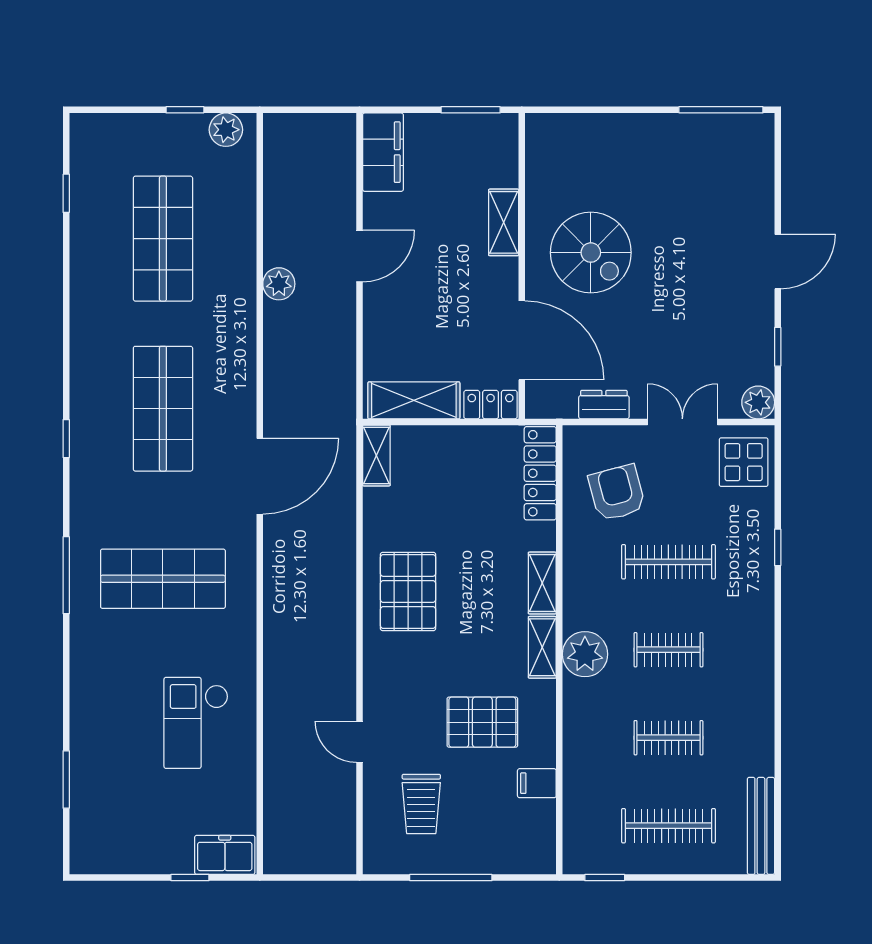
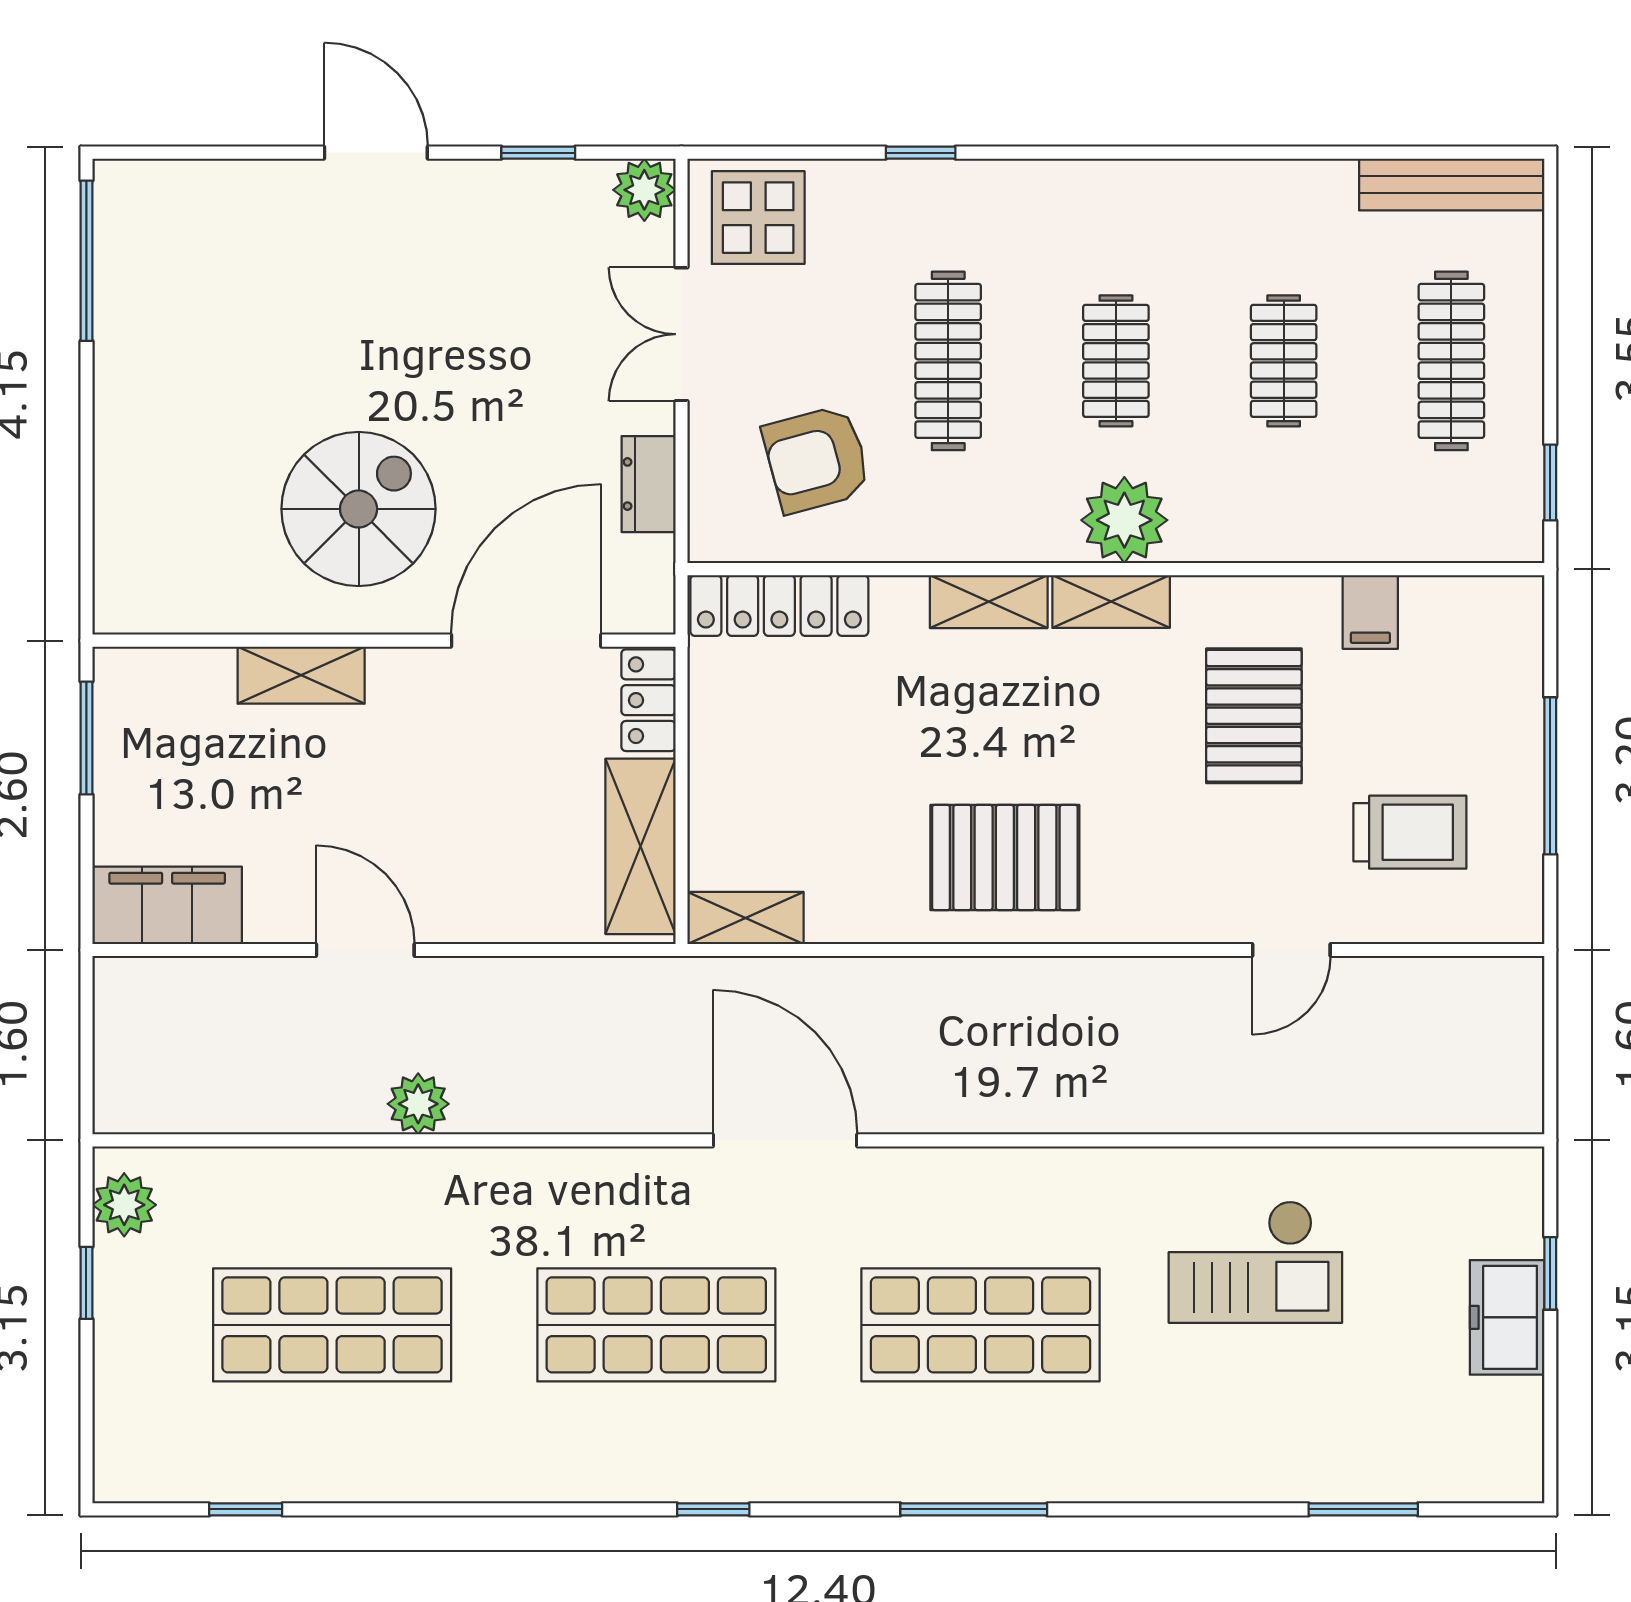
shop shelf: (163, 579) -> (981, 1325), turned 90
freezer: (225, 855) -> (1507, 1317), moved

